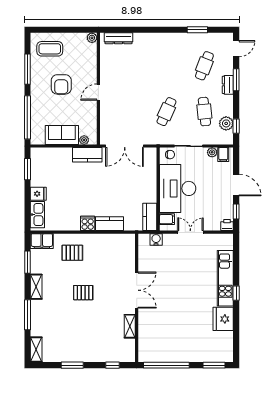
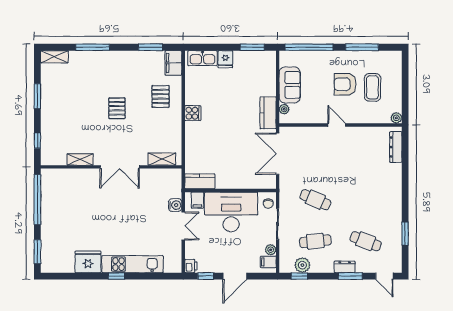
coffee table: (50, 49) -> (372, 87), moved
kitchen counter: (109, 224) -> (192, 137), removed
water cooler: (156, 239) -> (175, 205), moved
shelving: (36, 287) -> (162, 159), moved

